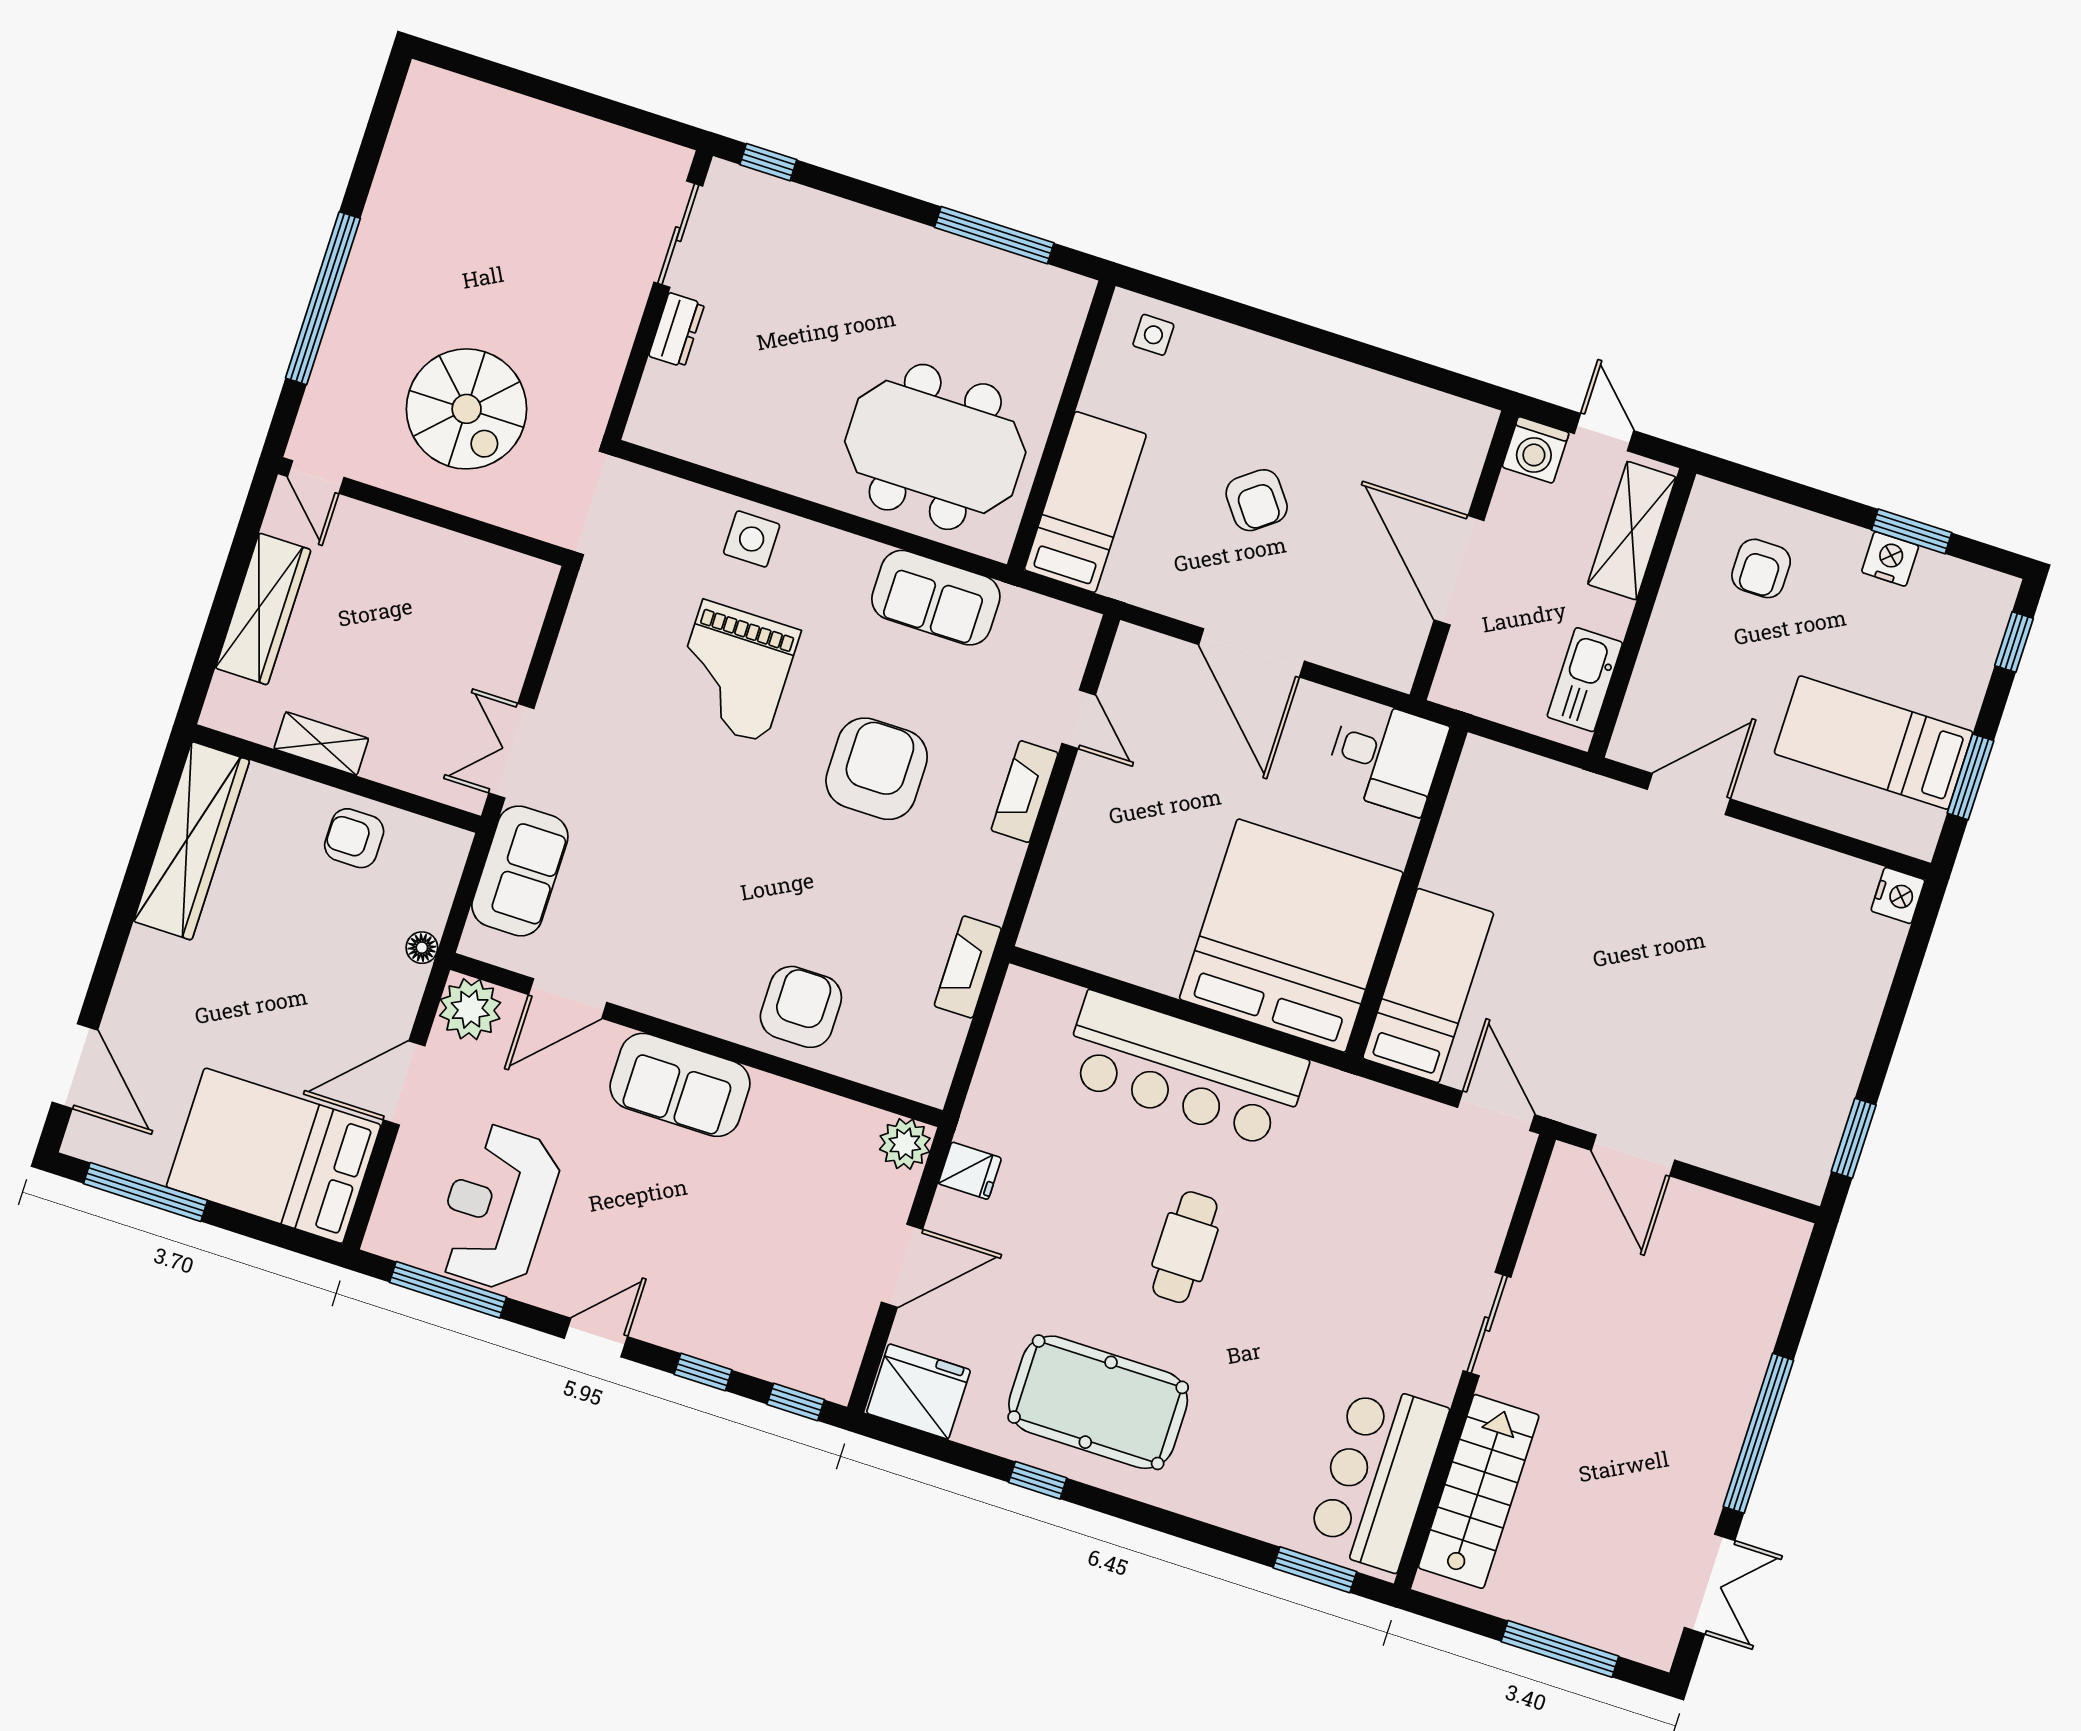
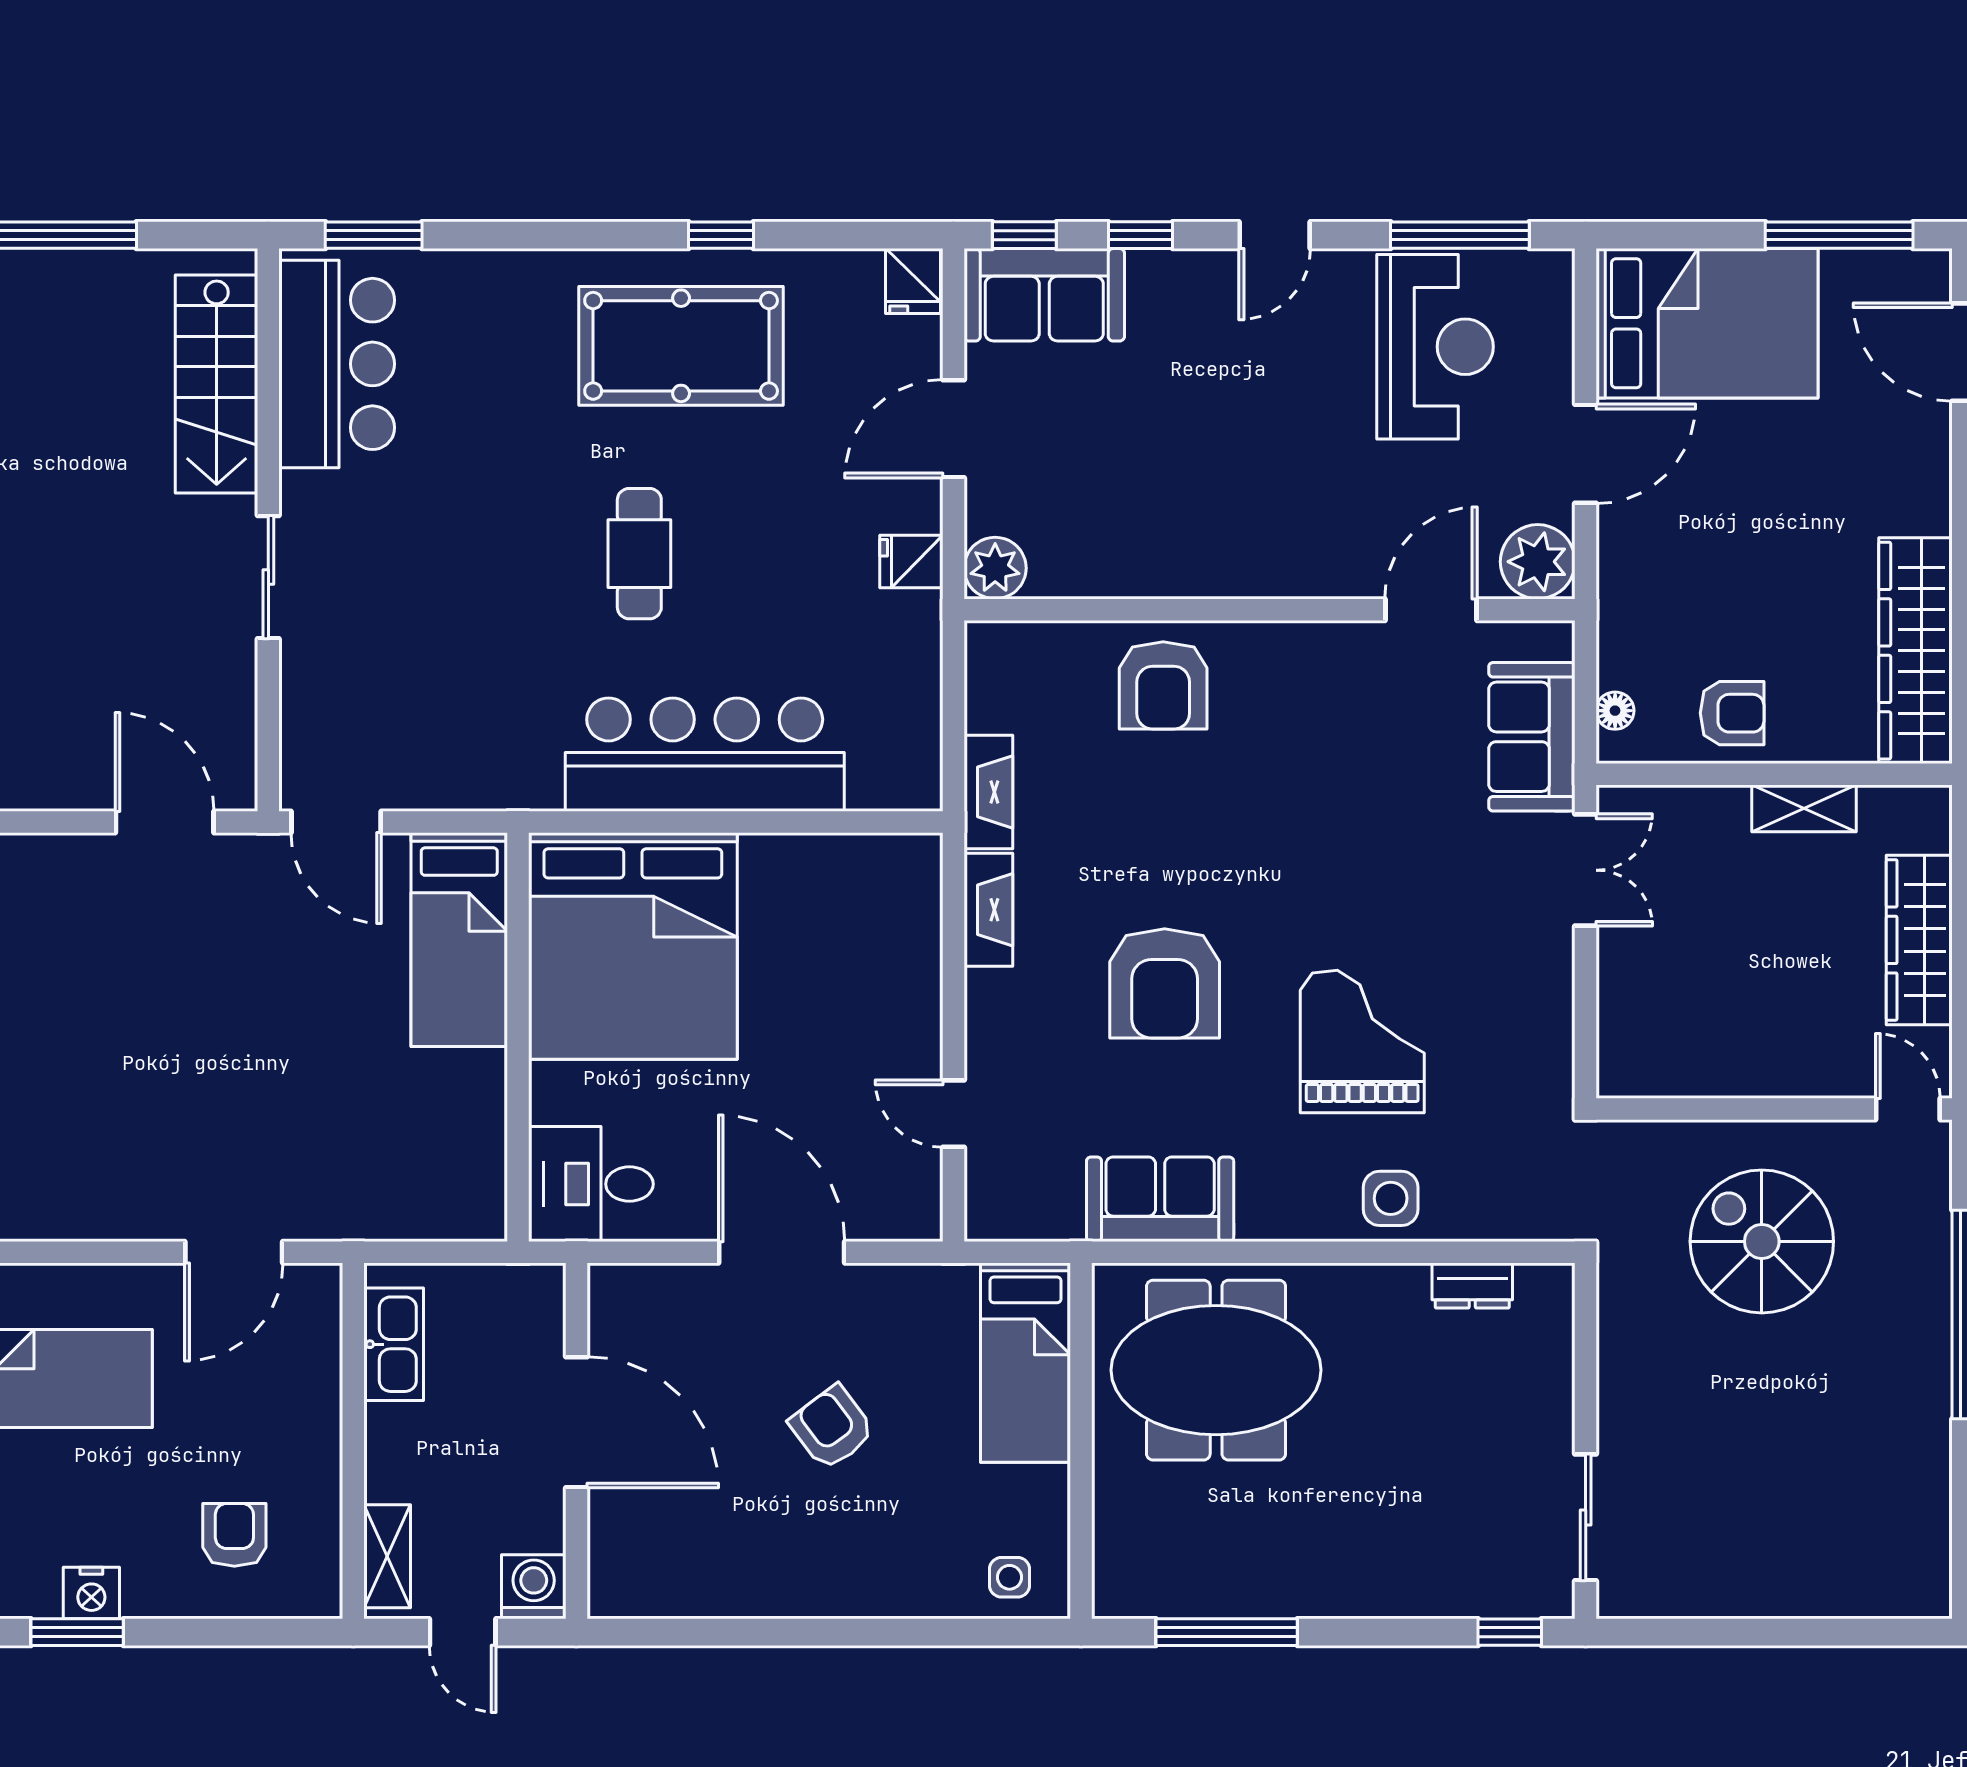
dresser: (677, 330) -> (1472, 1286), moved, turned -90
shelving: (1632, 531) -> (387, 1556), width x0.67, depth x0.75
fireplace: (1025, 792) -> (988, 910), moved
floor lamp: (422, 948) -> (1615, 711), moved
sofa: (680, 1085) -> (1044, 295), moved, turned 180
fridge: (919, 1392) -> (913, 281), width x0.53, depth x0.75

